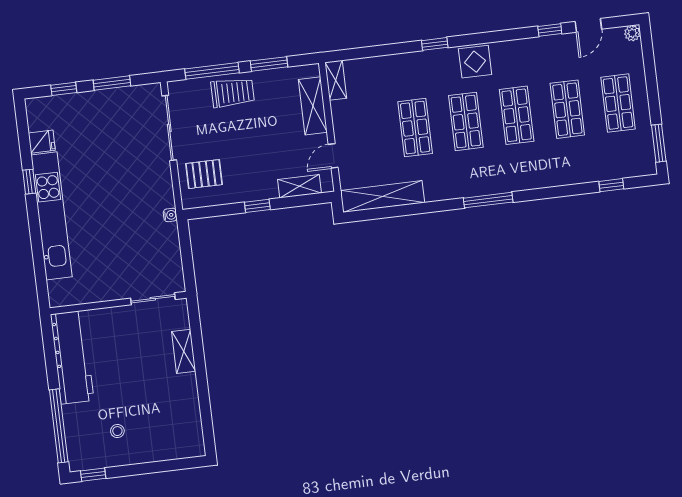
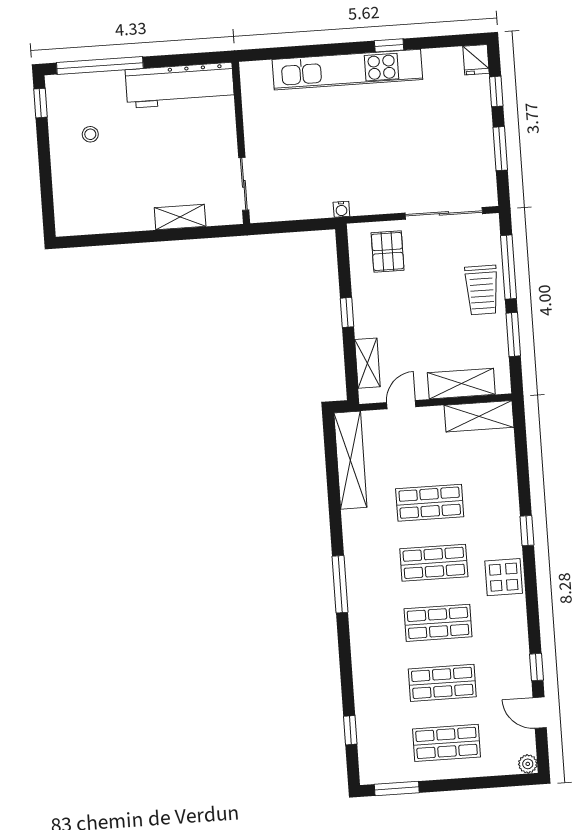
shelving: (336, 80) -> (479, 416), width x1.50, depth x1.33
fridge: (42, 142) -> (476, 60), moved
door: (333, 156) -> (401, 405), hinge flipped

